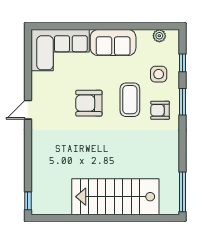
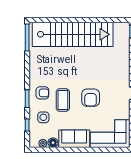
floor lamp: (144, 37) -> (53, 143), added
armchair: (89, 103) -> (91, 98), turned 90
stairs: (115, 197) -> (73, 34), width x1.36

